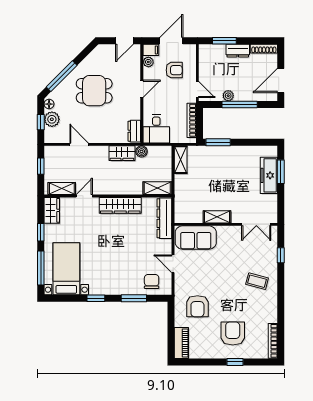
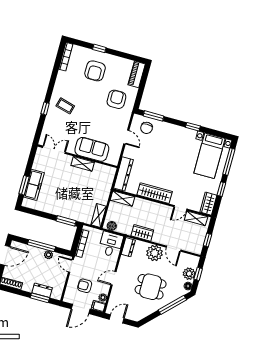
dresser: (238, 51) -> (42, 290), moved
plant: (101, 133) -> (155, 253), added
boiler: (142, 151) -> (112, 226), moved
sofa: (196, 238) -> (92, 149), moved
window: (281, 255) -> (45, 109), moved
window: (134, 298) -> (153, 116), moved

